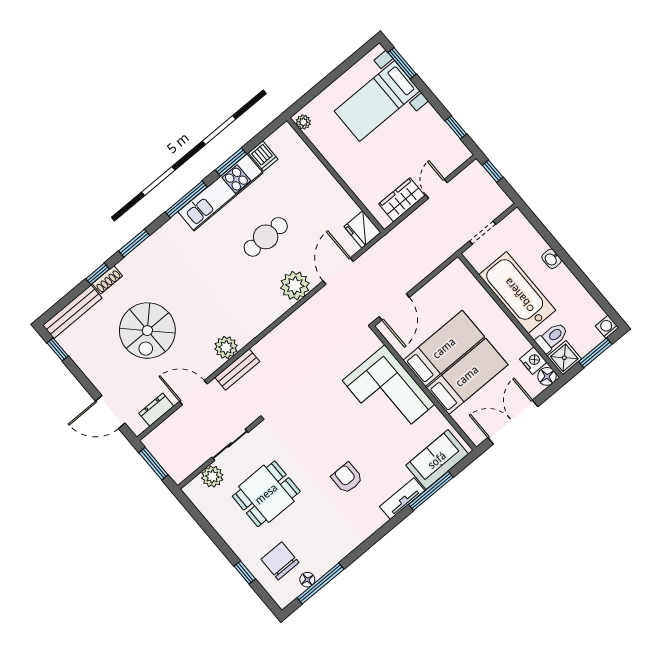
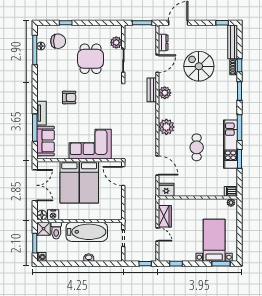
dishwasher: (263, 156) -> (231, 191), moved
plant: (295, 286) -> (166, 127), moved

